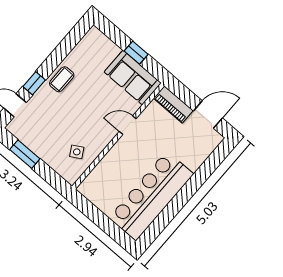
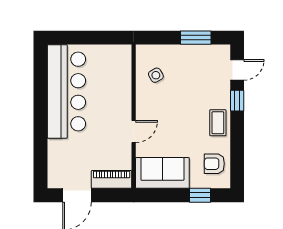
armchair: (90, 52) -> (214, 164), added
window: (136, 53) -> (200, 195), moved

